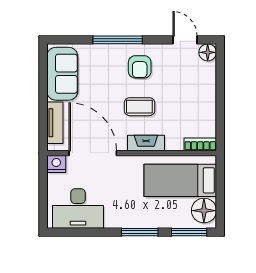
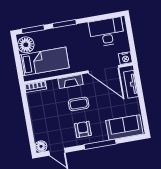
sofa: (62, 74) -> (124, 127), moved, turned 90

